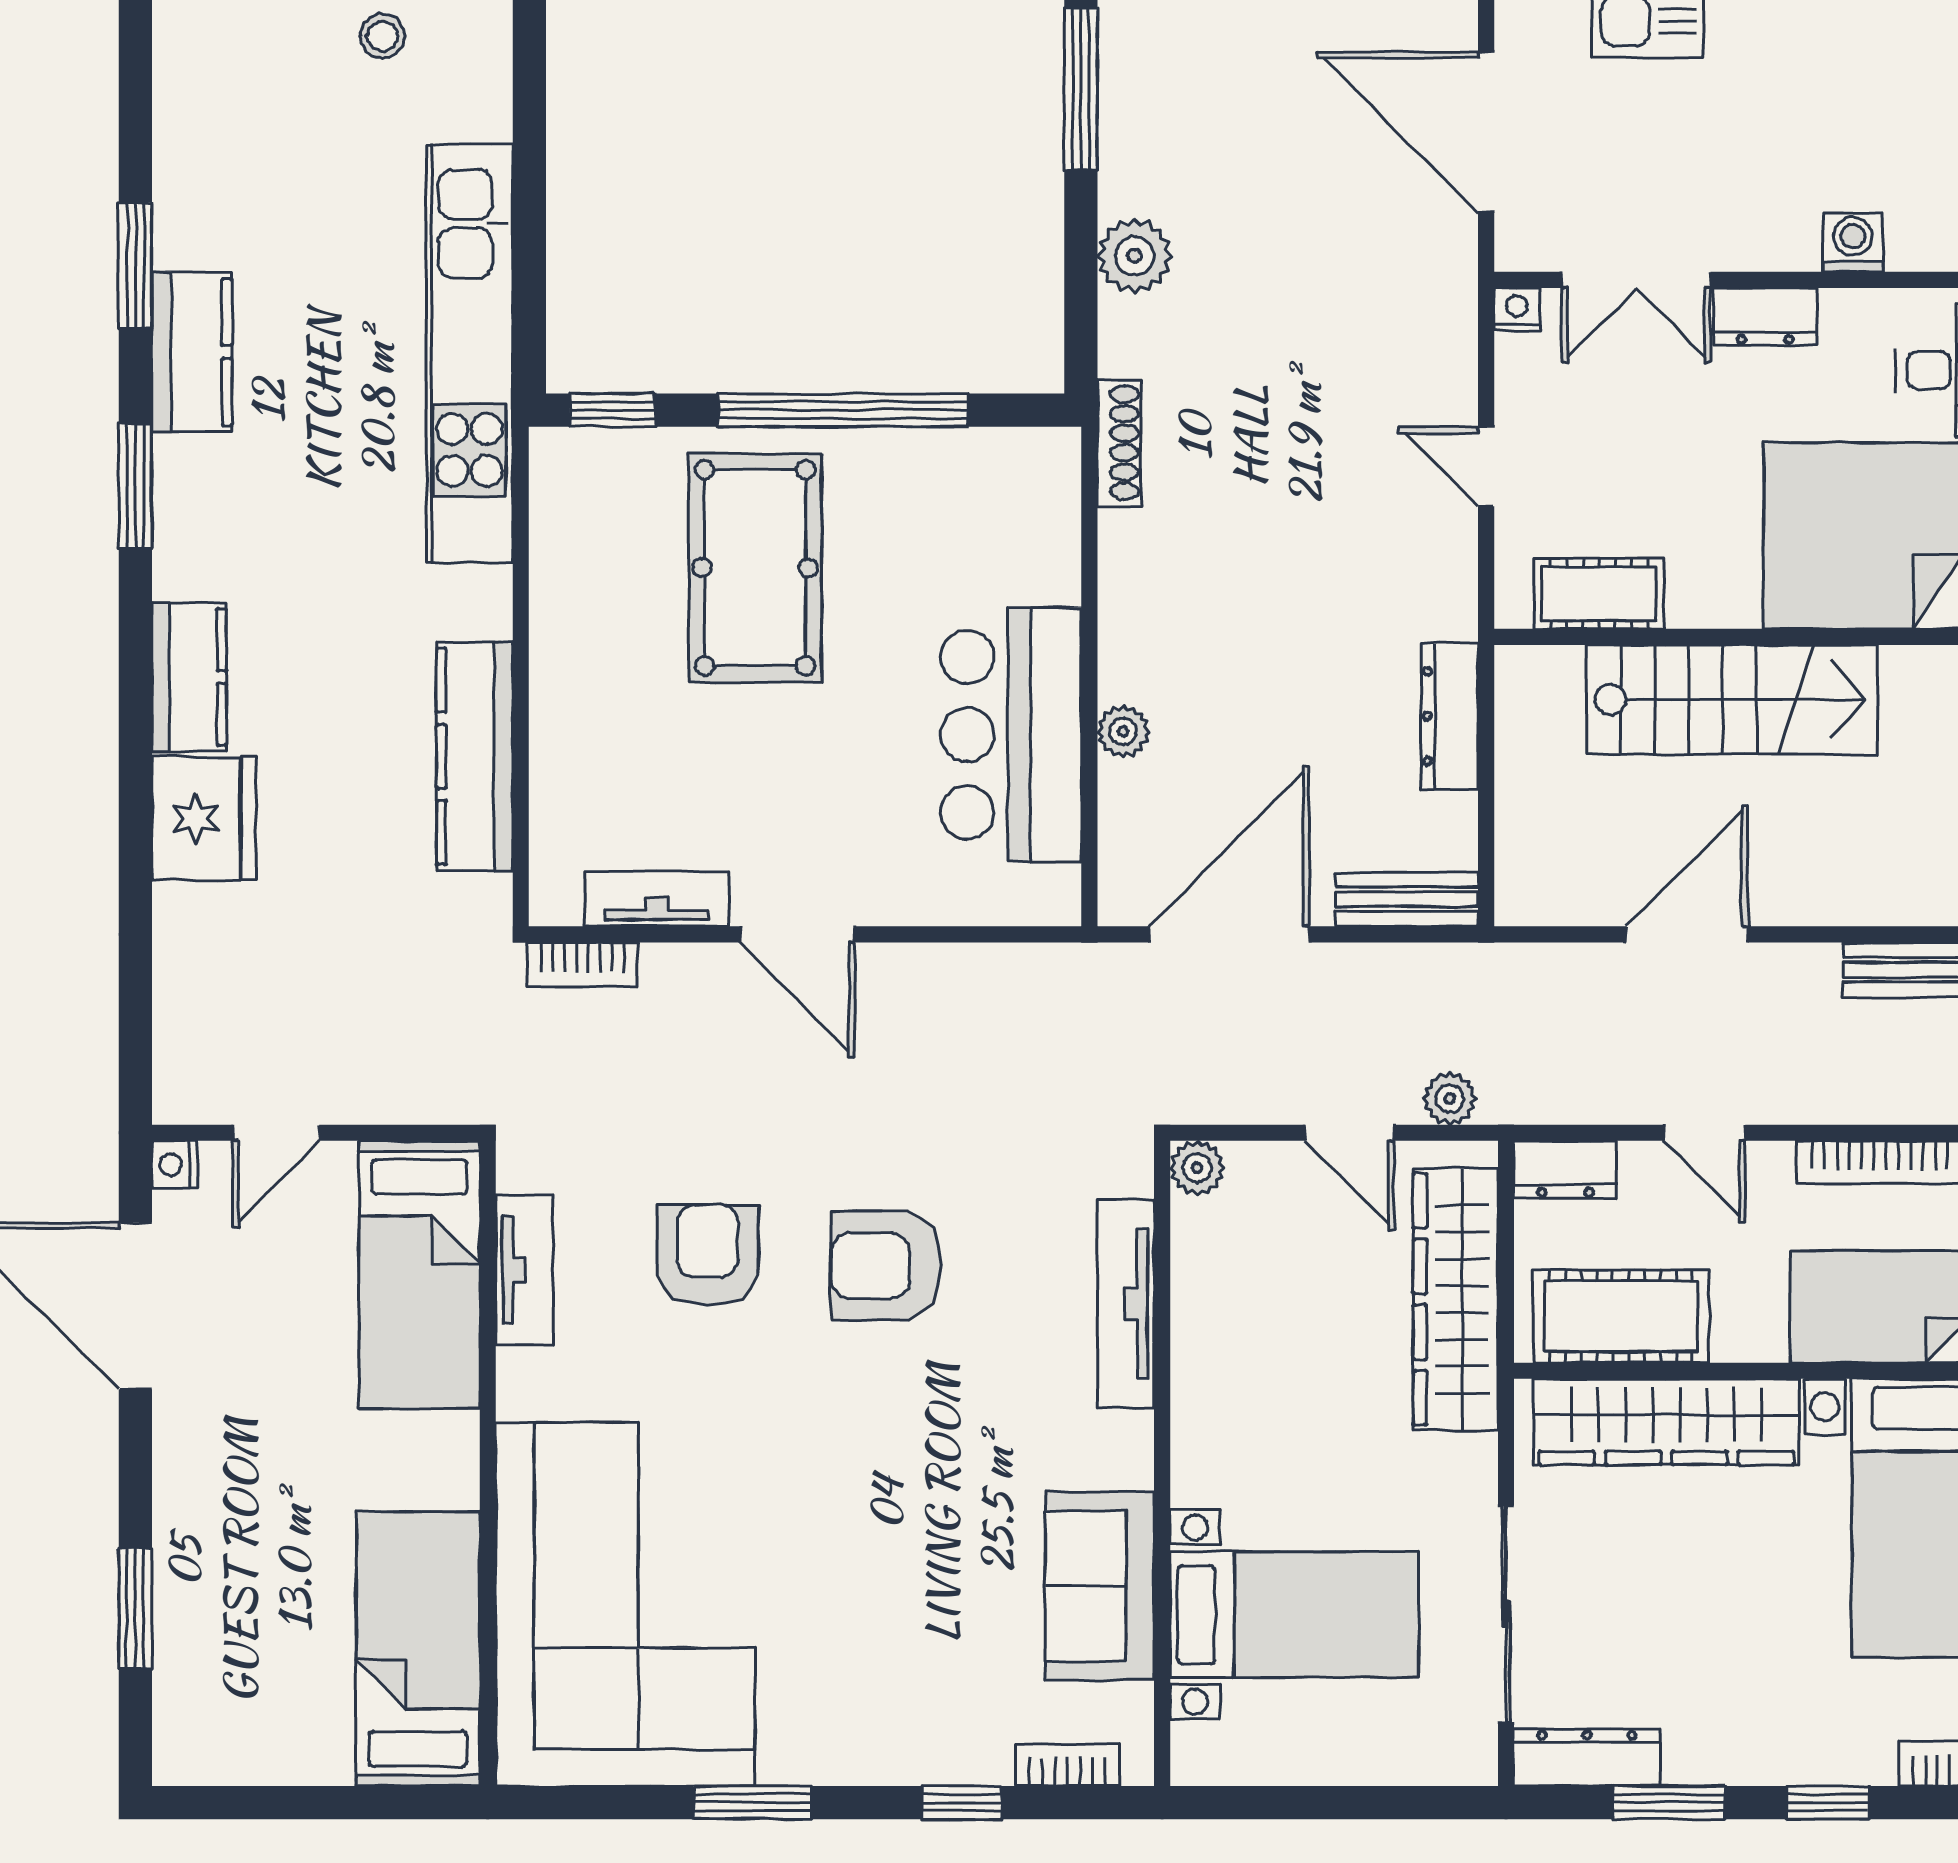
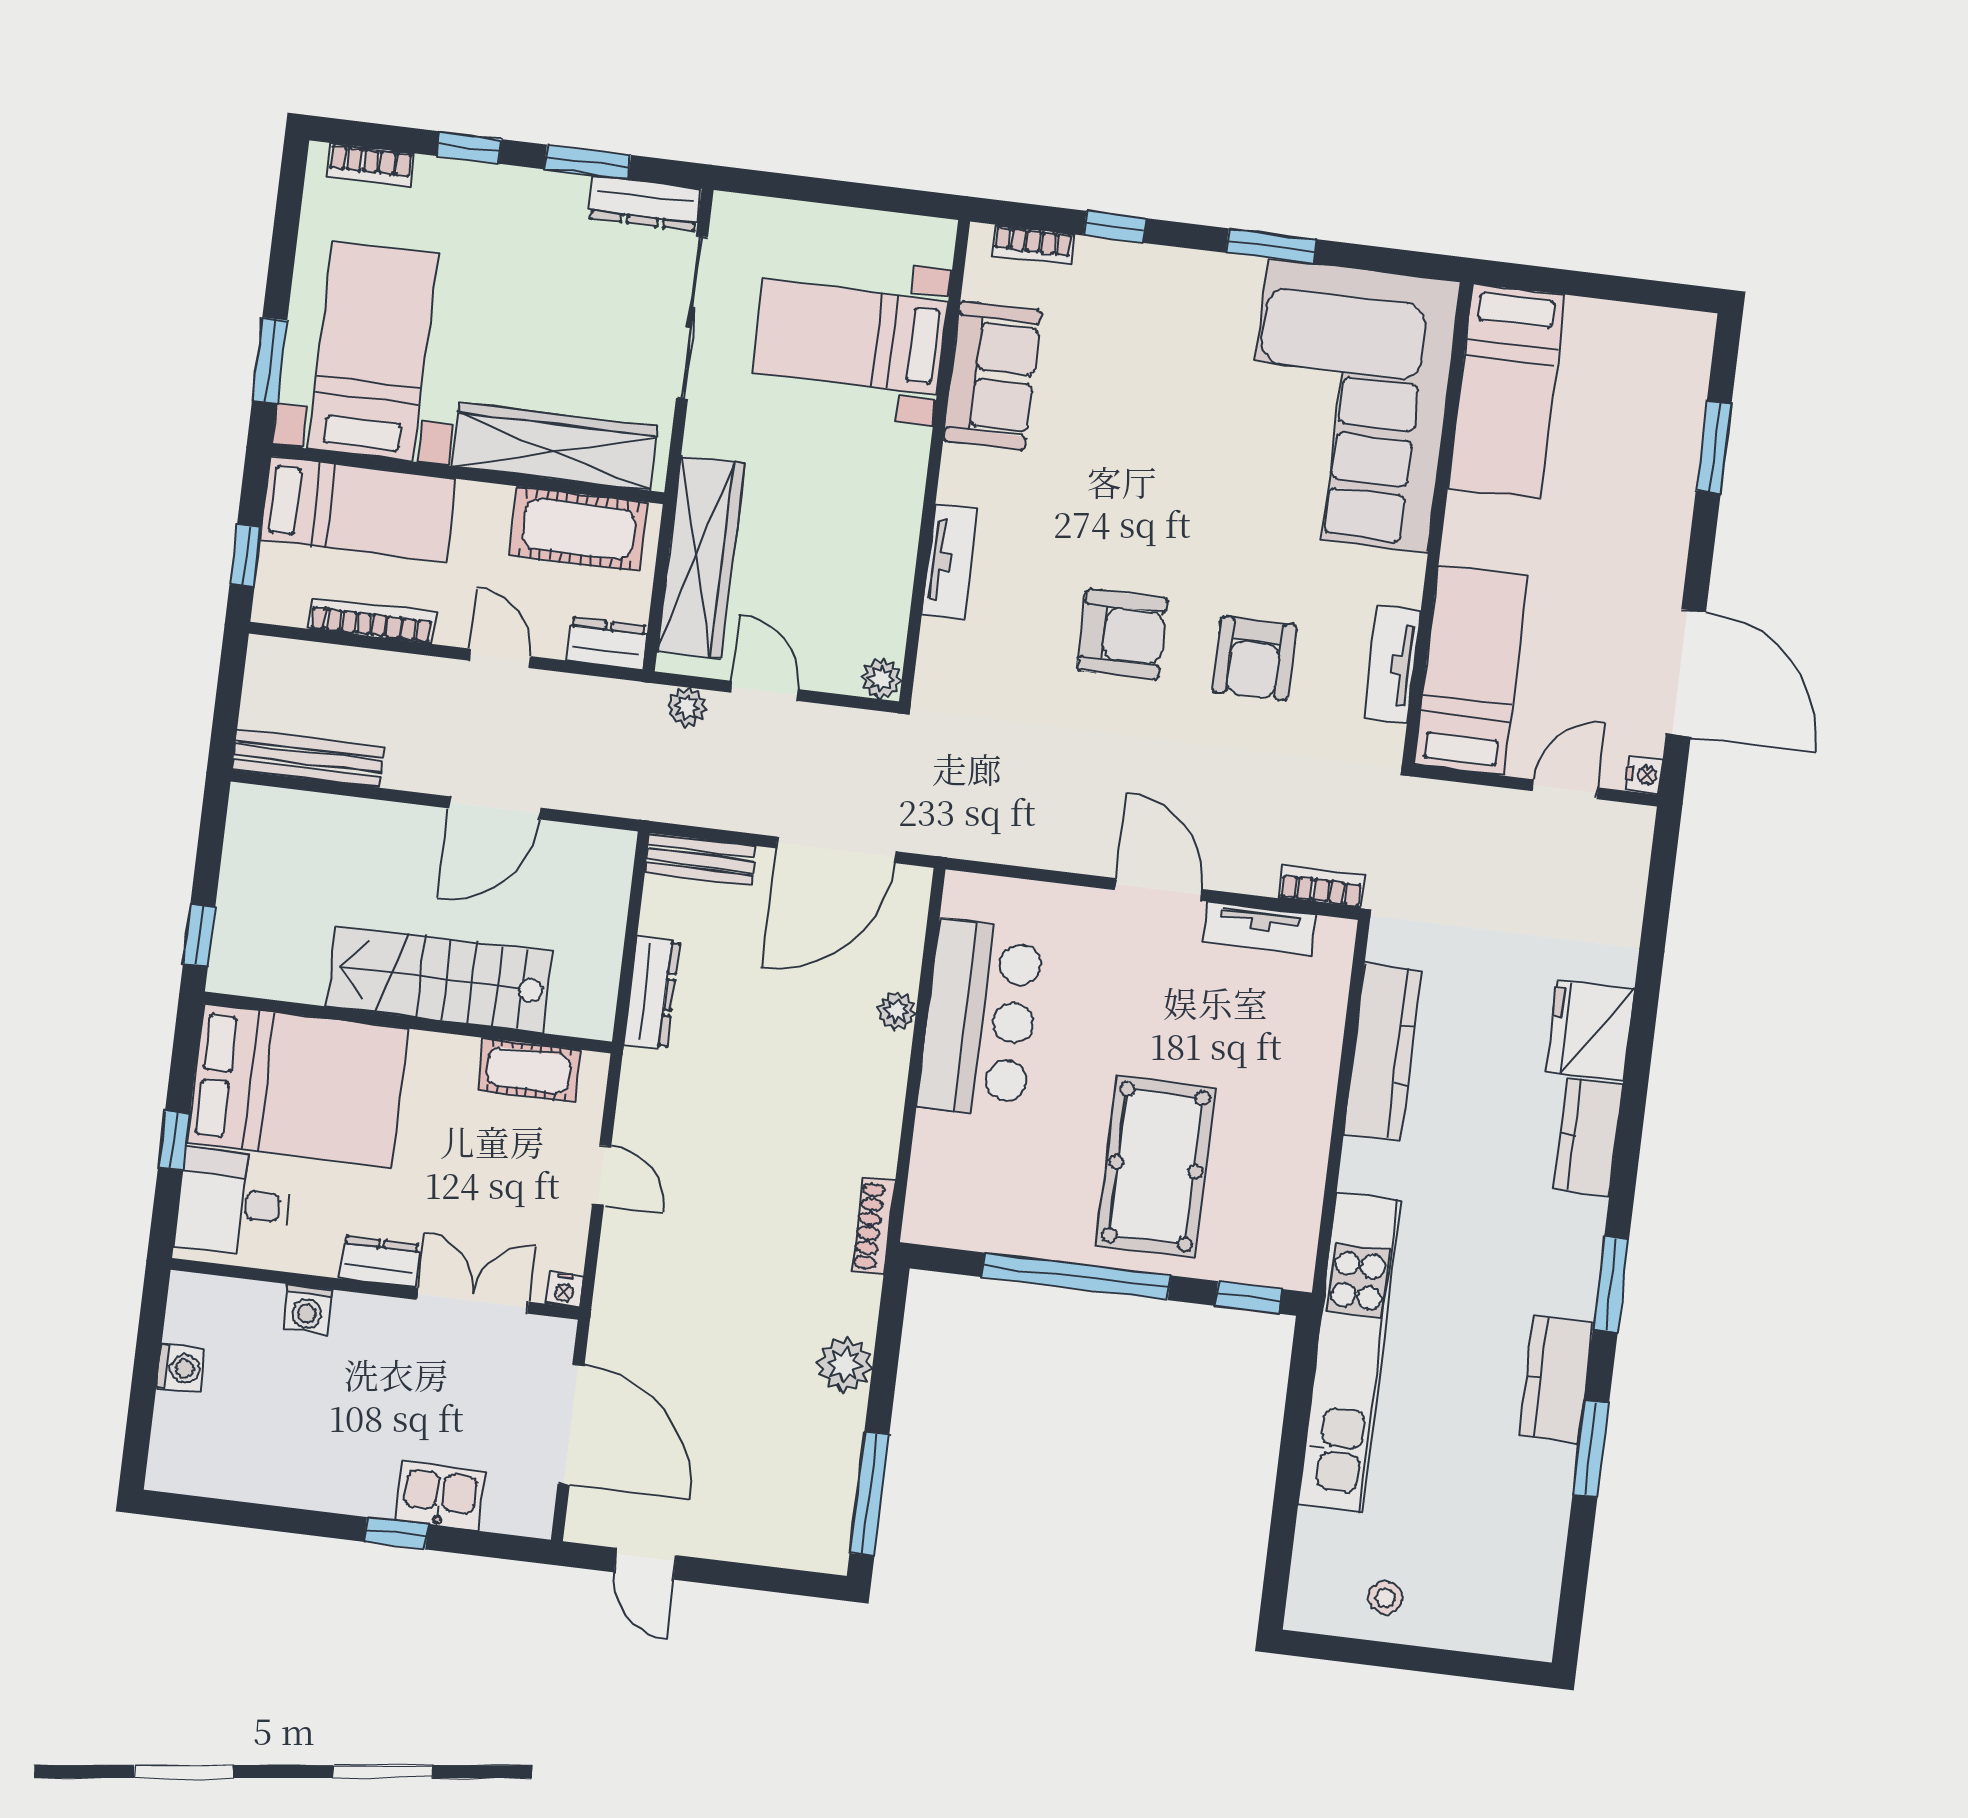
tv unit: (1126, 1304) -> (950, 561), width x0.71

